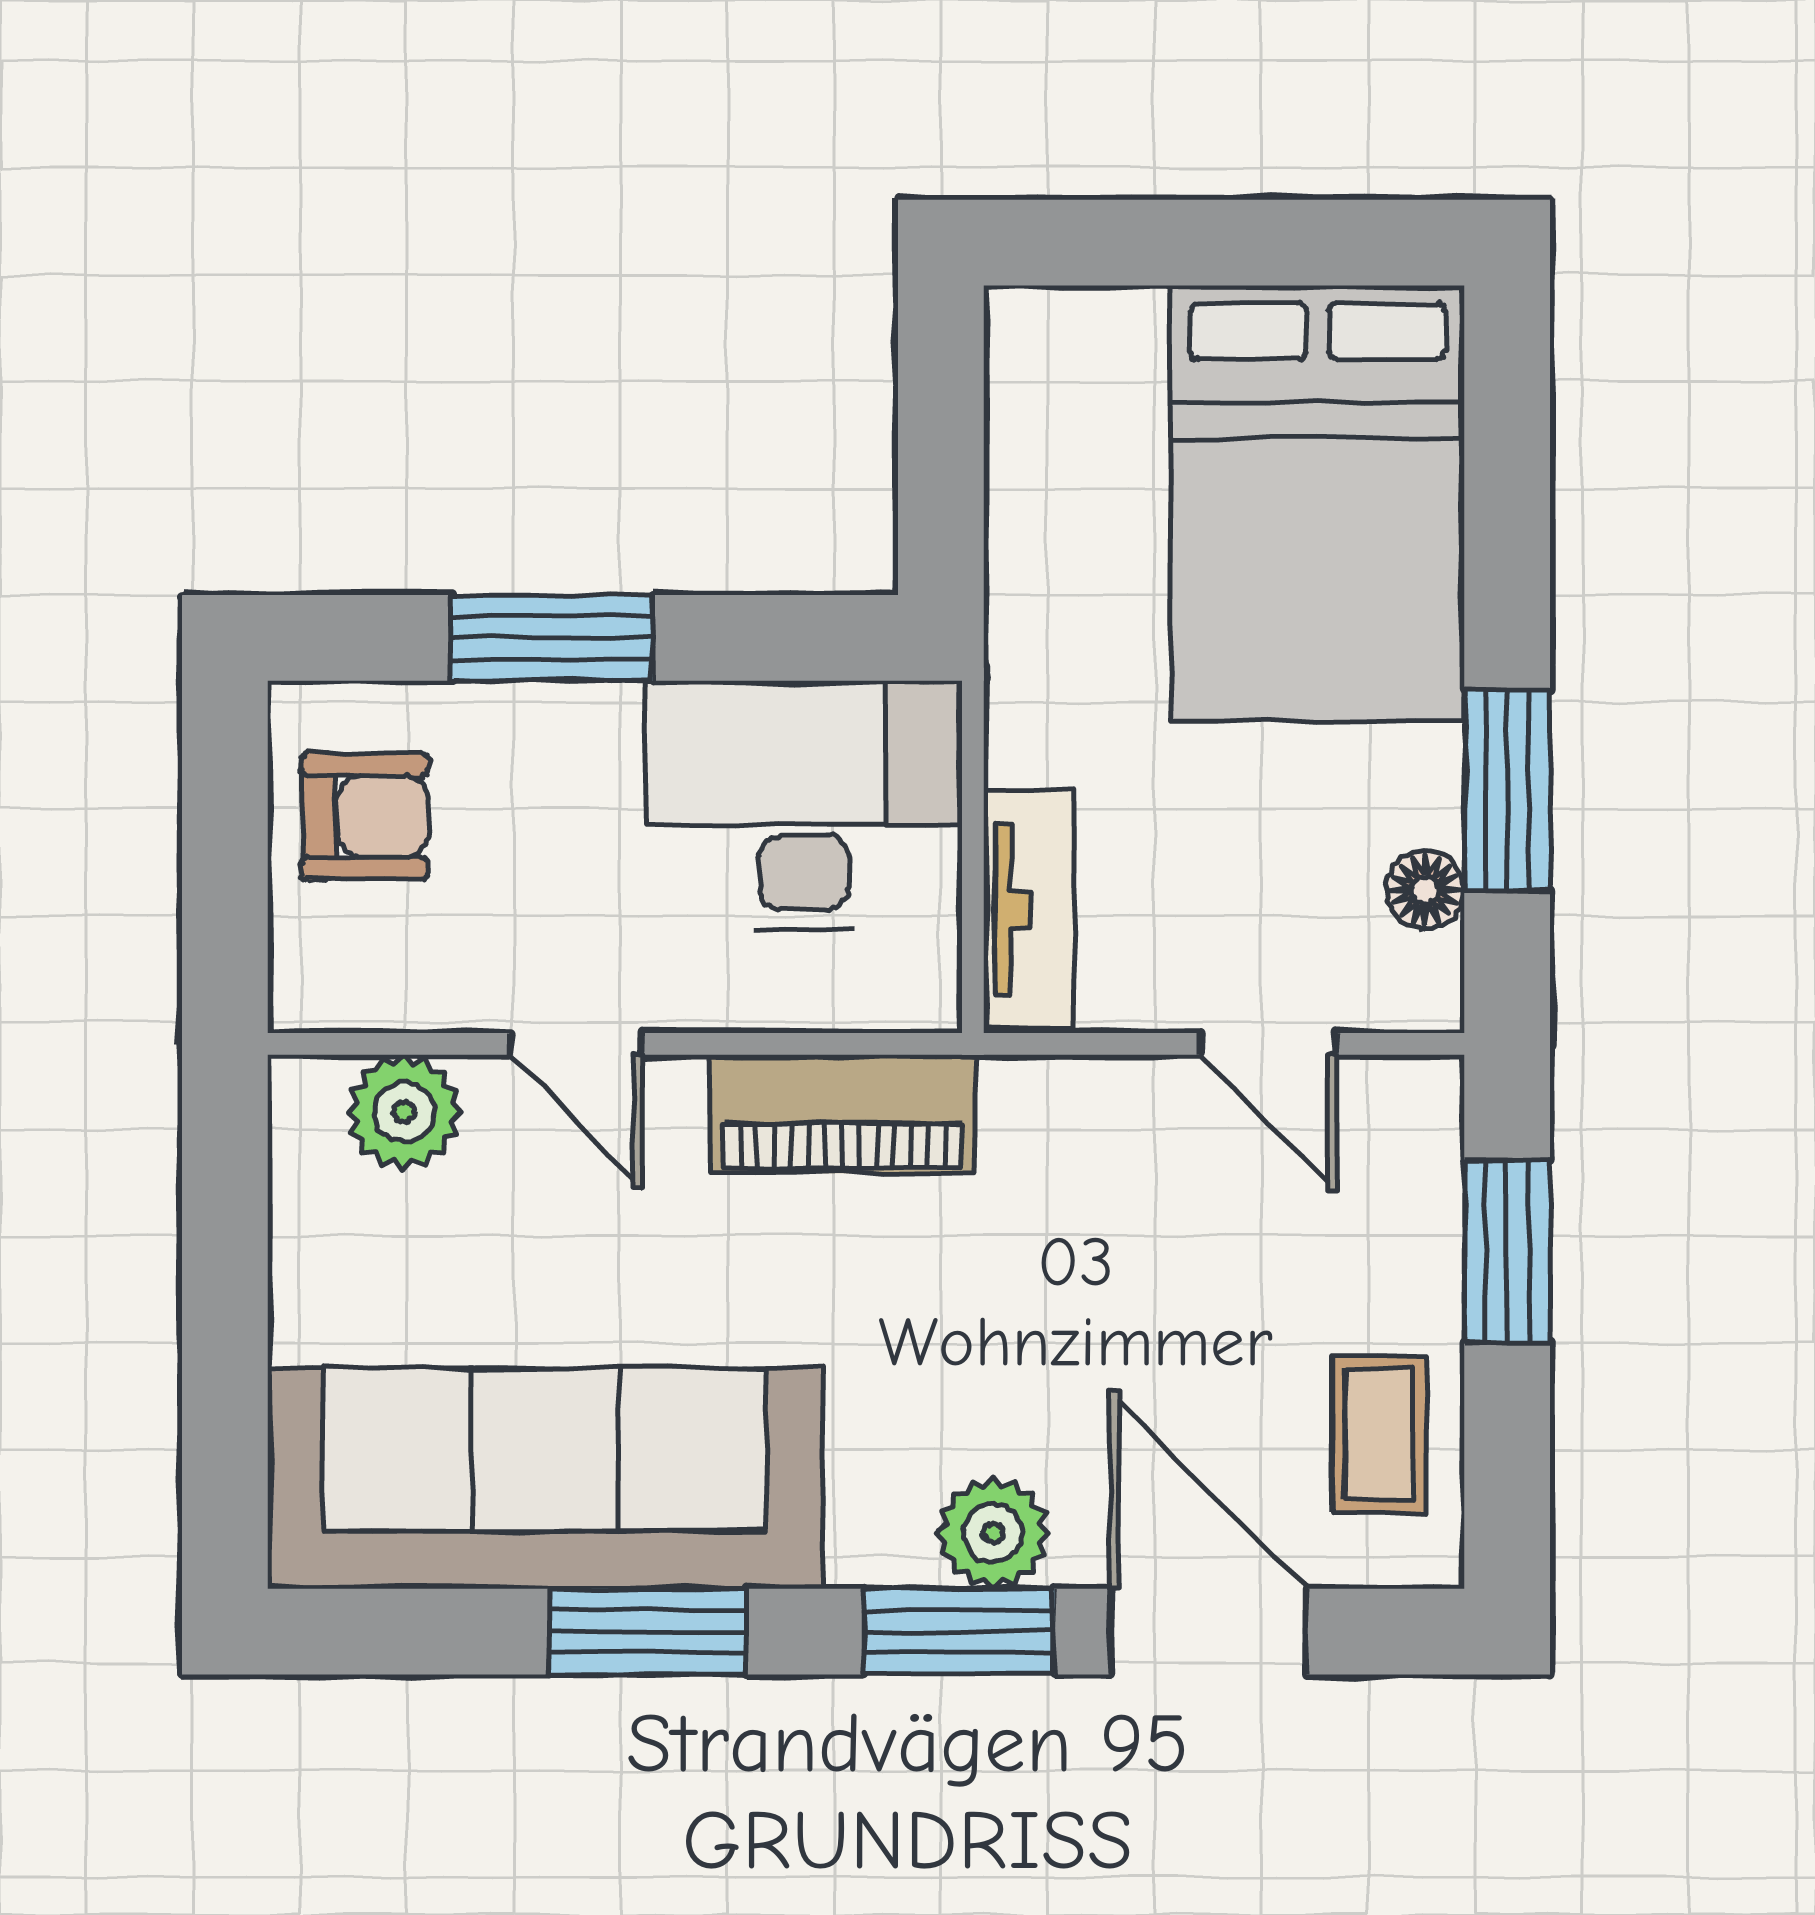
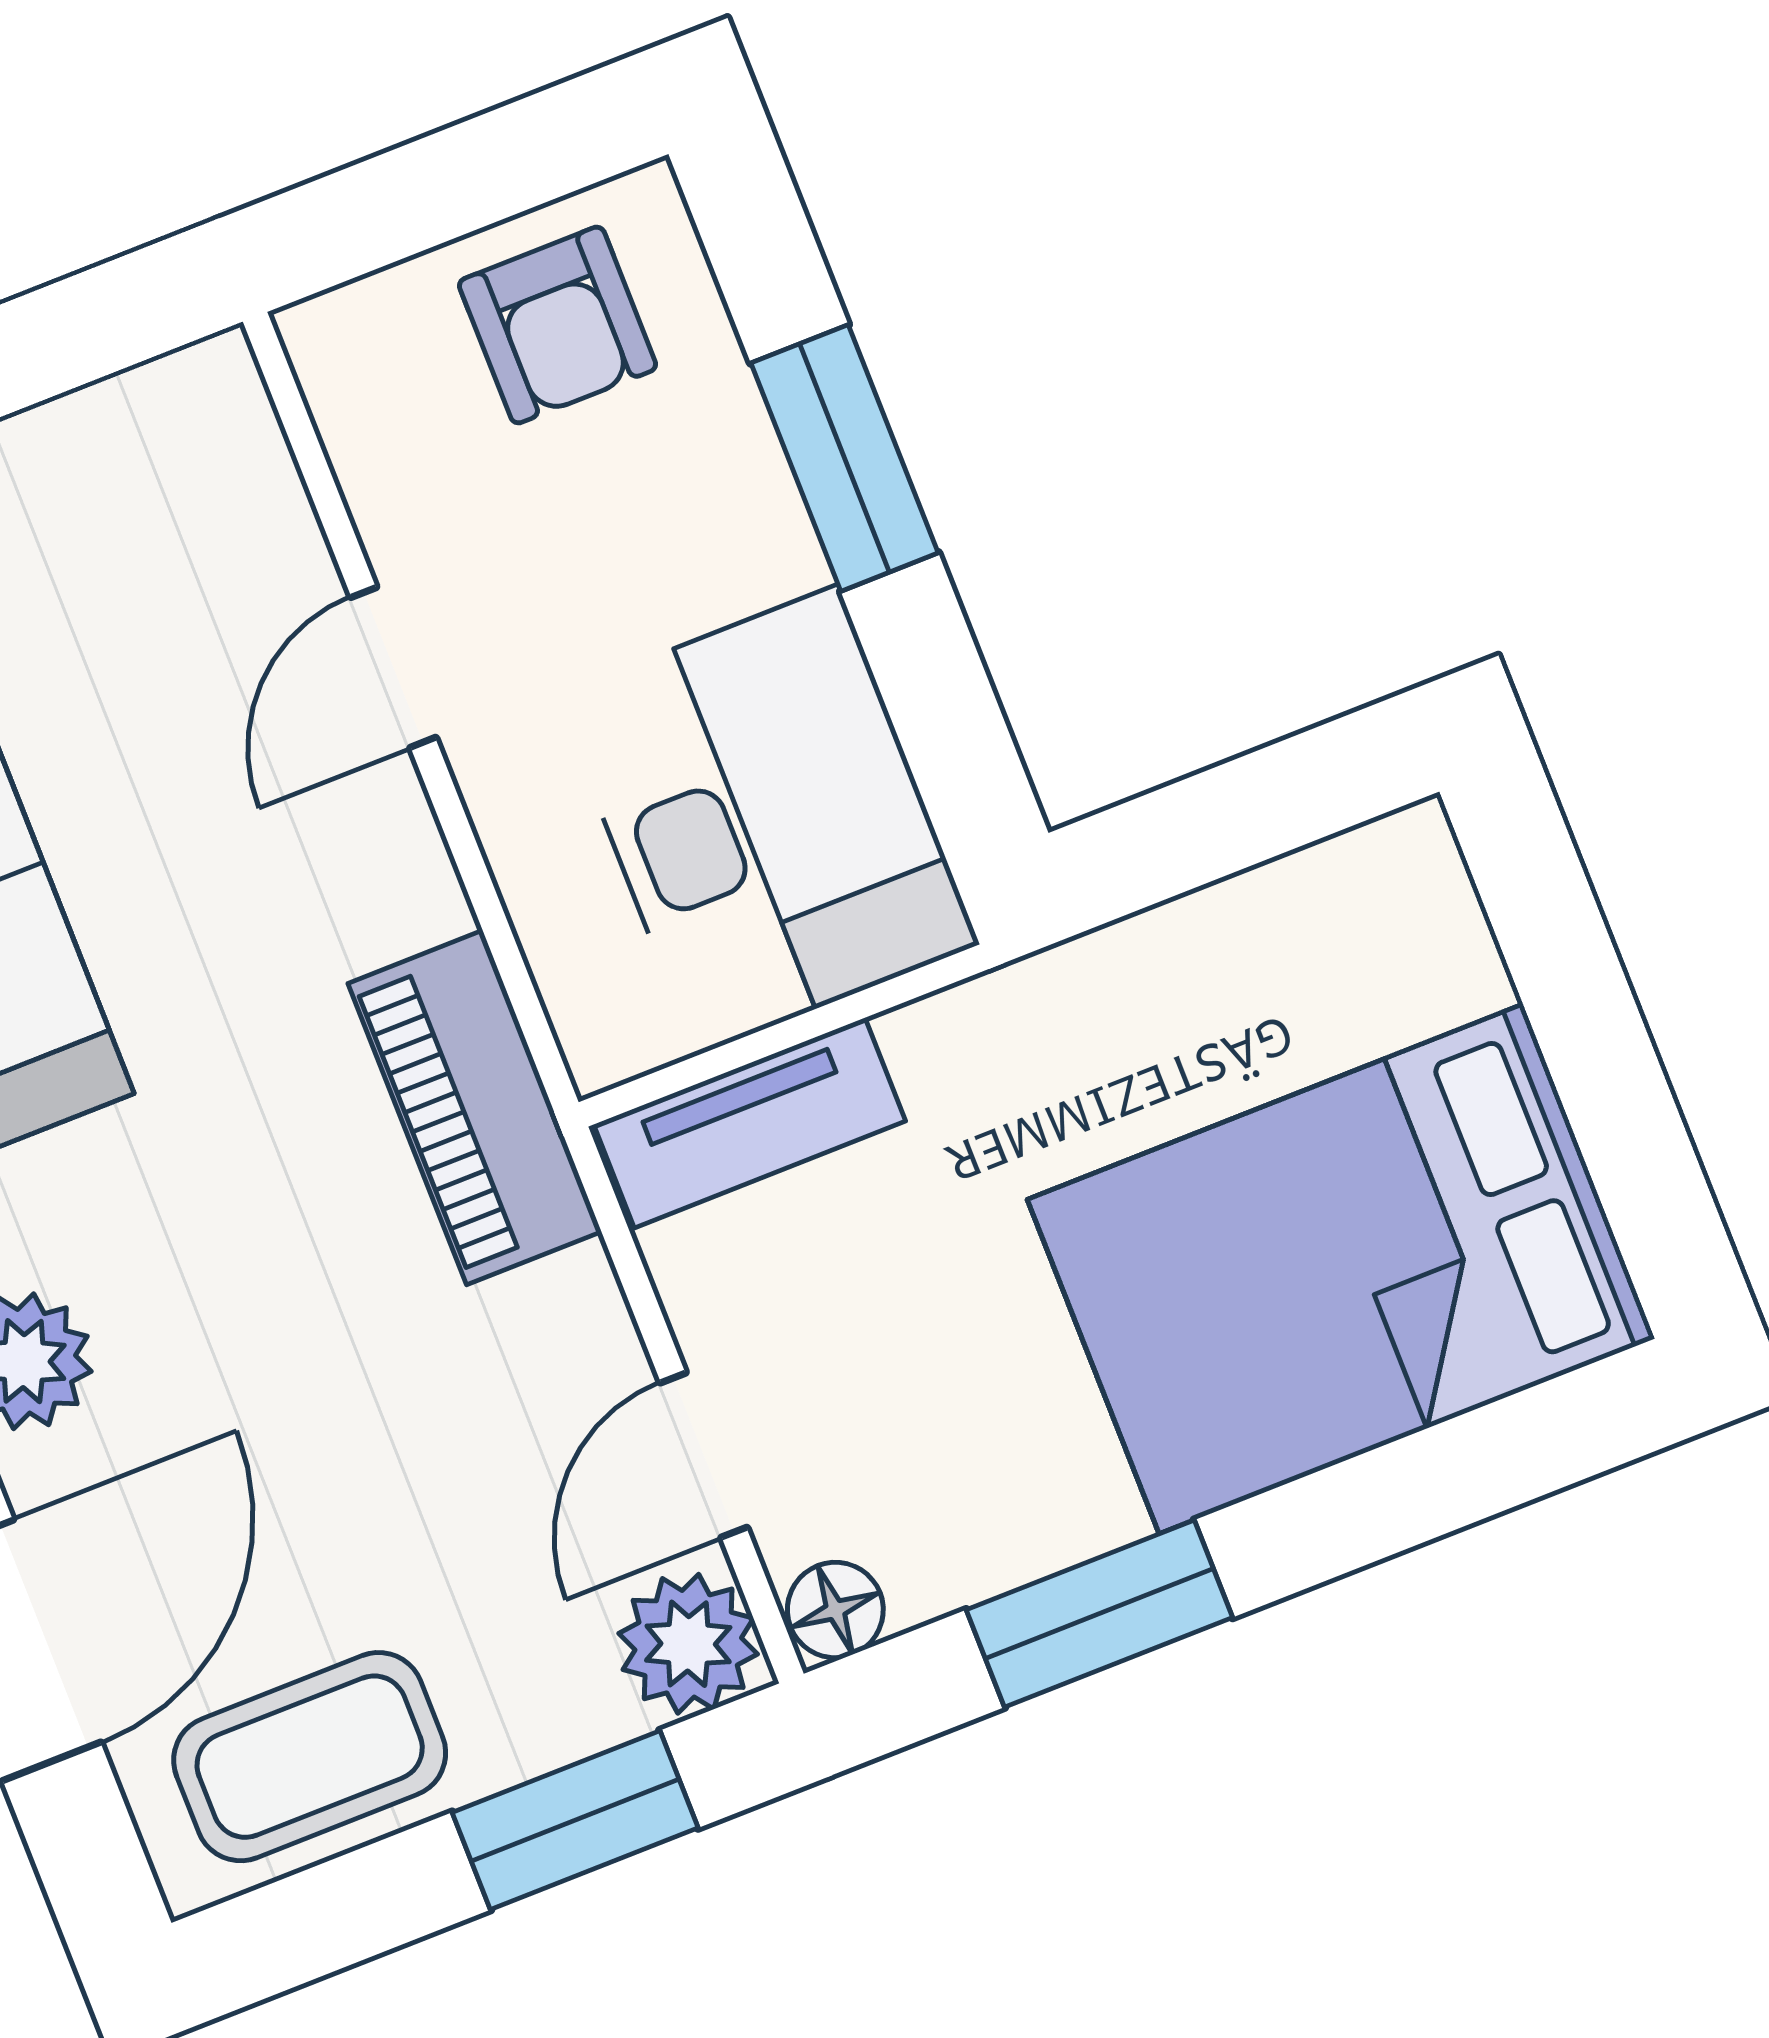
floor lamp: (1425, 890) -> (835, 1610), moved
plant: (404, 1112) -> (688, 1644), moved
piano: (842, 1114) -> (475, 1108), moved
coffee table: (1379, 1434) -> (310, 1757), width x1.36, depth x1.30

